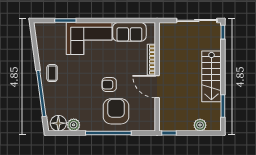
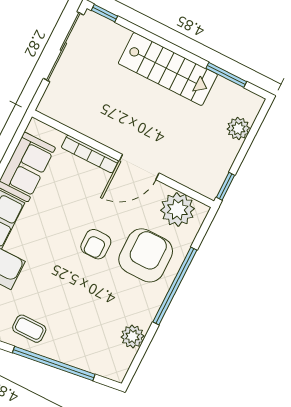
armchair: (116, 111) -> (146, 255), turned 90
plant: (146, 115) -> (178, 210), added
floor lamp: (58, 123) -> (117, 360), removed

